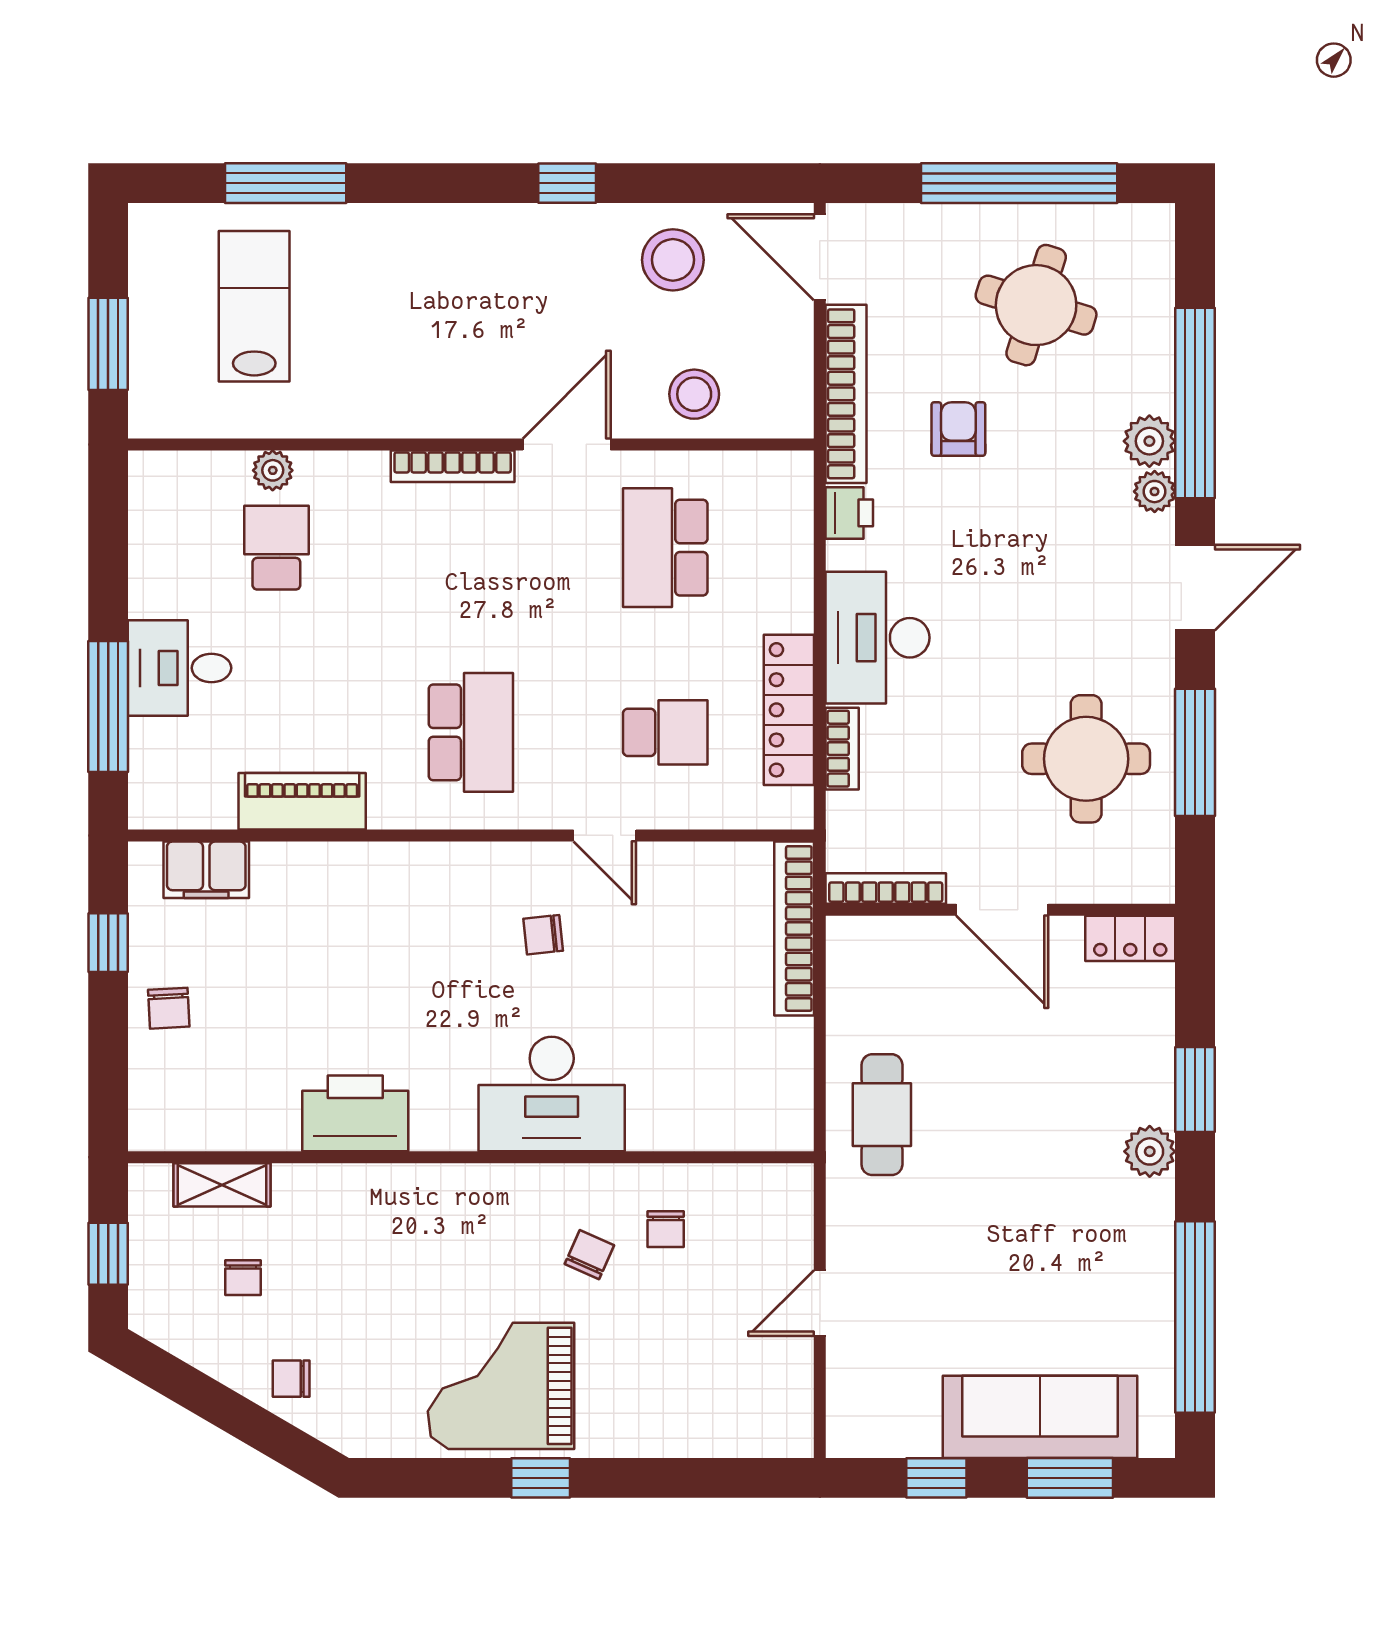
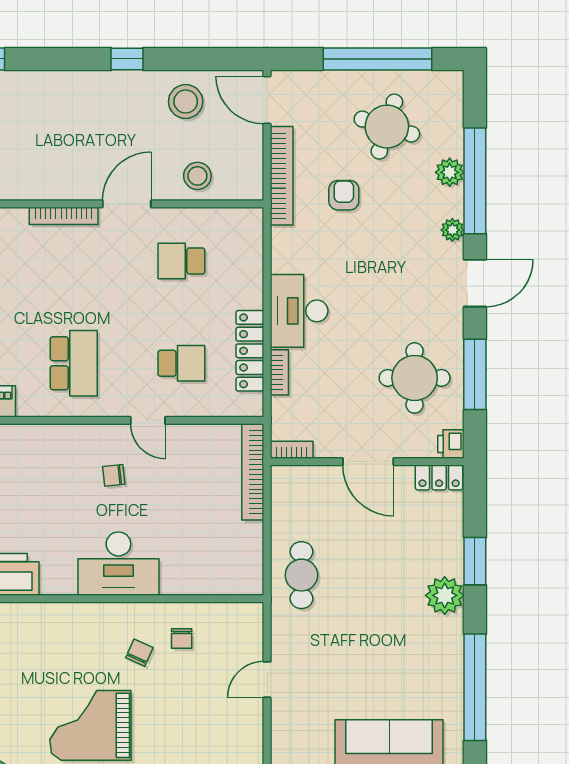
plant: (1149, 441) -> (450, 172), moved
printer: (849, 513) -> (451, 444), moved, turned 180
school desk: (665, 548) -> (181, 261), width x0.54
bookcase: (886, 888) -> (292, 450), width x0.64
plant: (1150, 1151) -> (445, 595), width x1.36, depth x1.36

